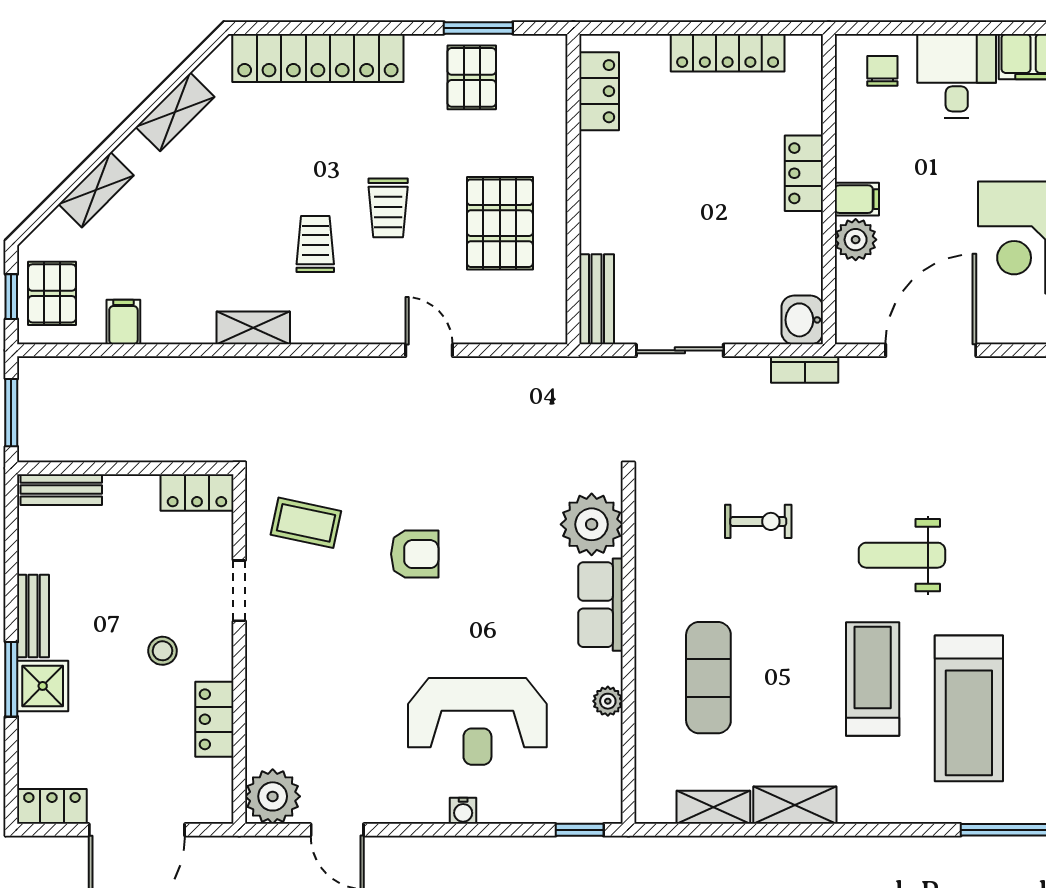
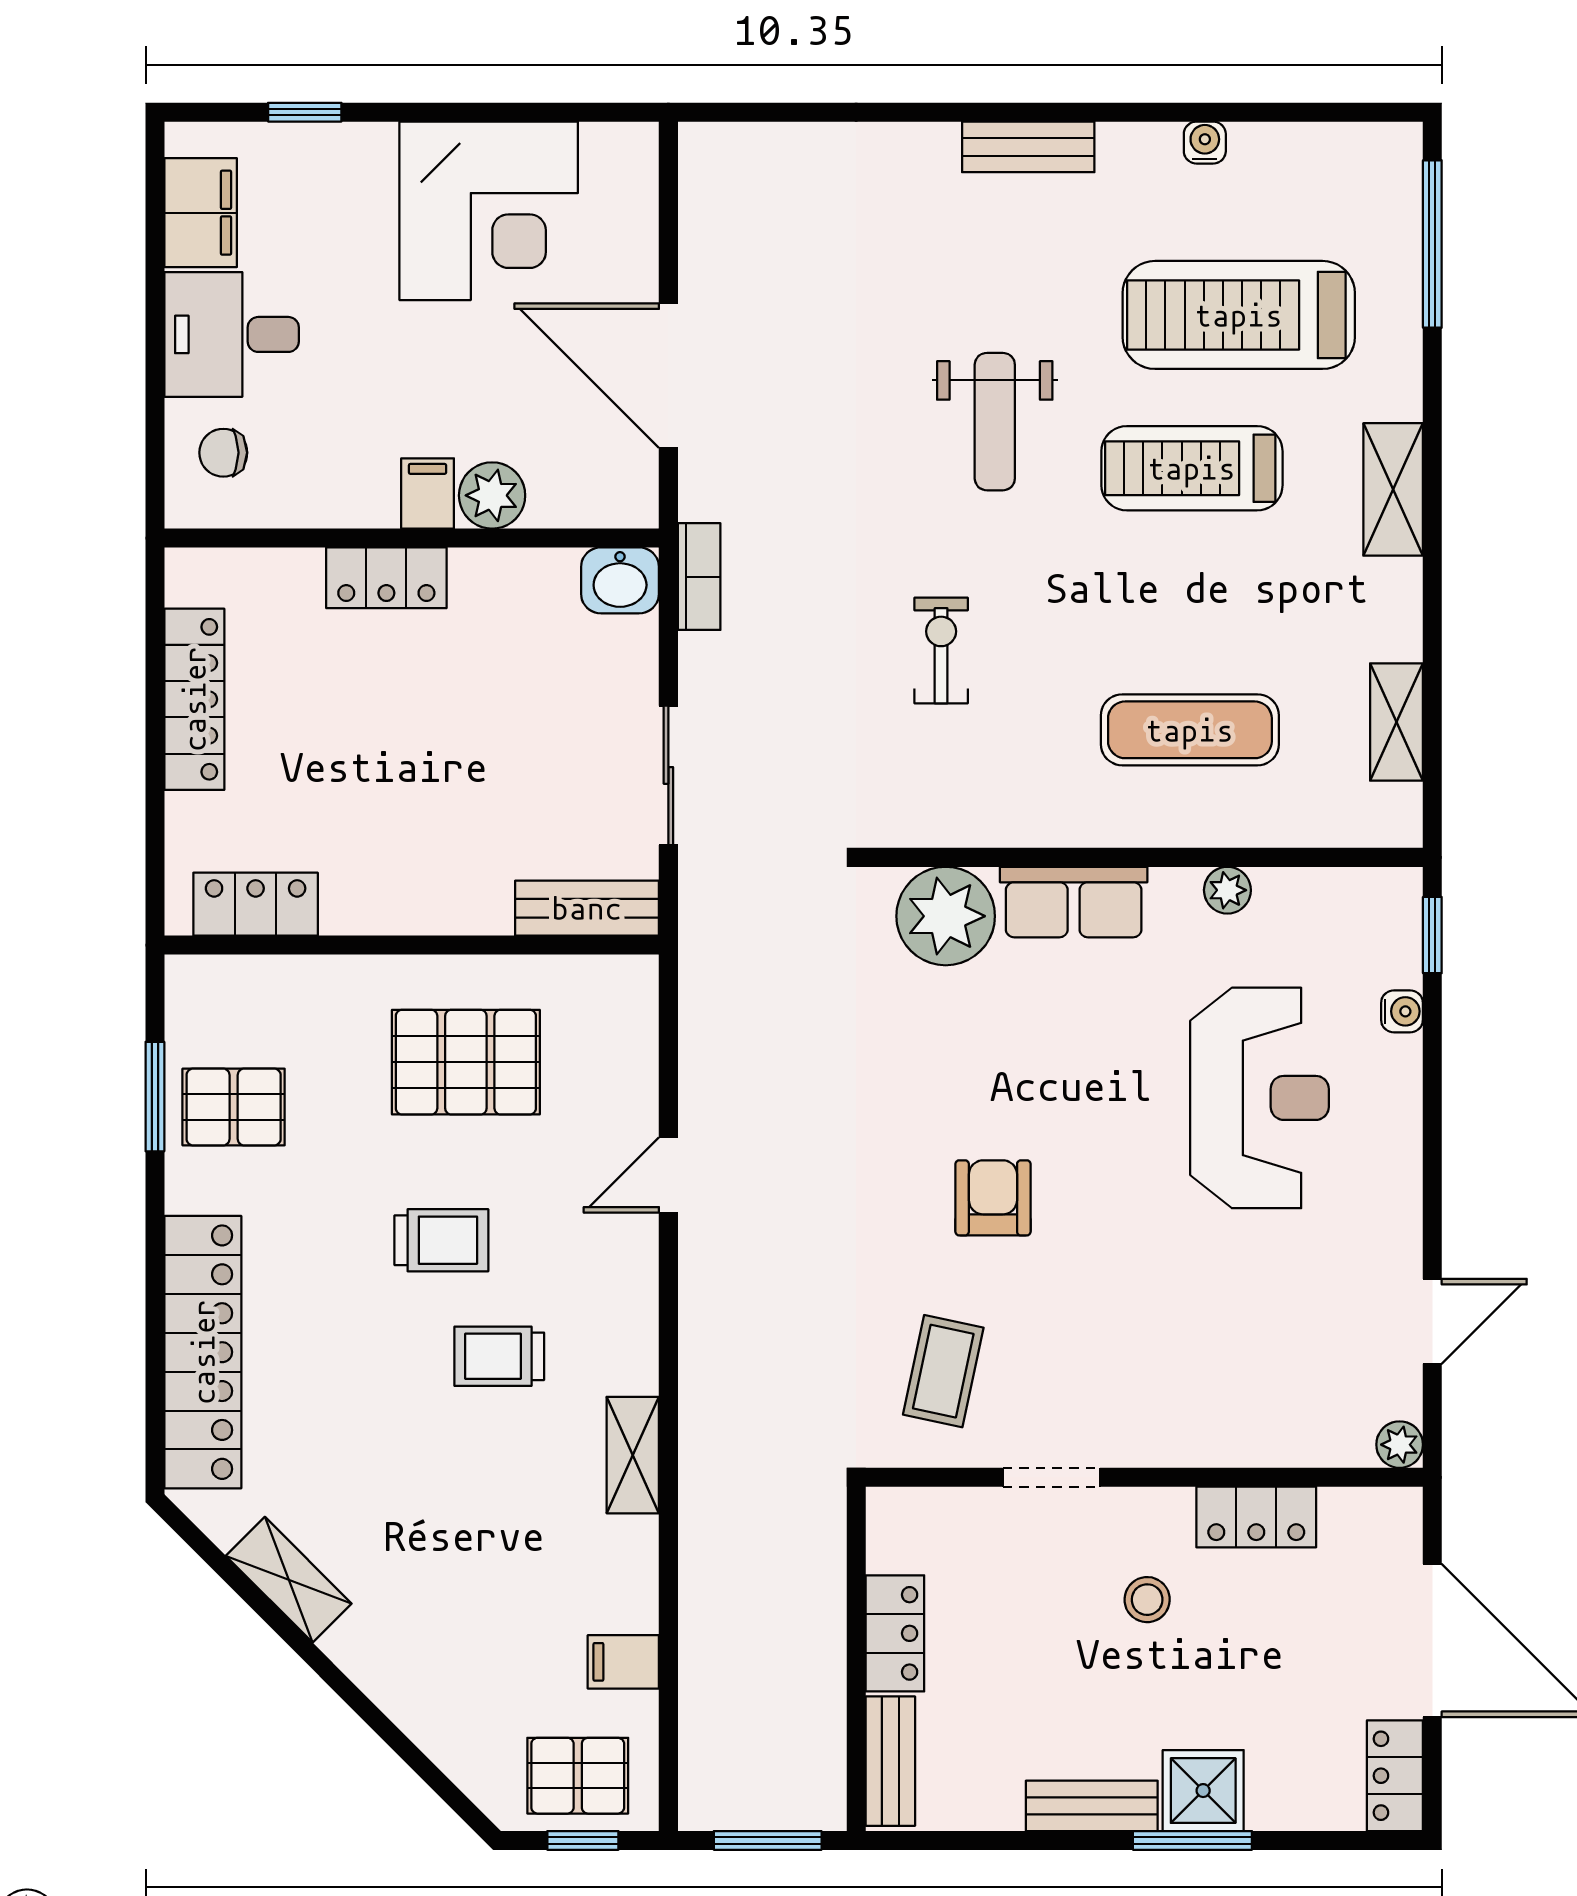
shelving: (96, 190) -> (413, 1705), removed
locker: (197, 492) -> (895, 1633), moved
treadmill: (969, 708) -> (1239, 315), turned 180
plant: (273, 796) -> (1400, 1445), width x0.53, depth x0.53
shelving: (795, 805) -> (1393, 489), moved
water cooler: (463, 811) -> (1402, 1011), moved

